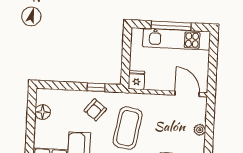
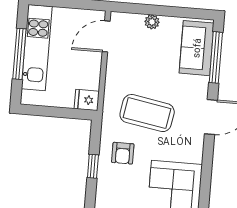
window: (96, 87) -> (93, 166), moved
armchair: (95, 110) -> (123, 153), turned 52

